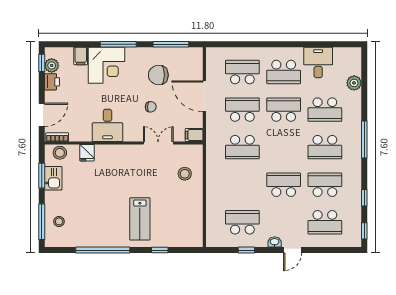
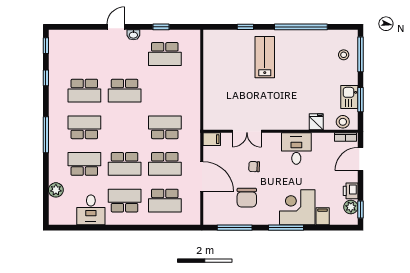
chair: (158, 75) -> (247, 198), turned 90
stool: (185, 174) -> (221, 101), removed
school desk: (325, 222) -> (84, 54), removed

